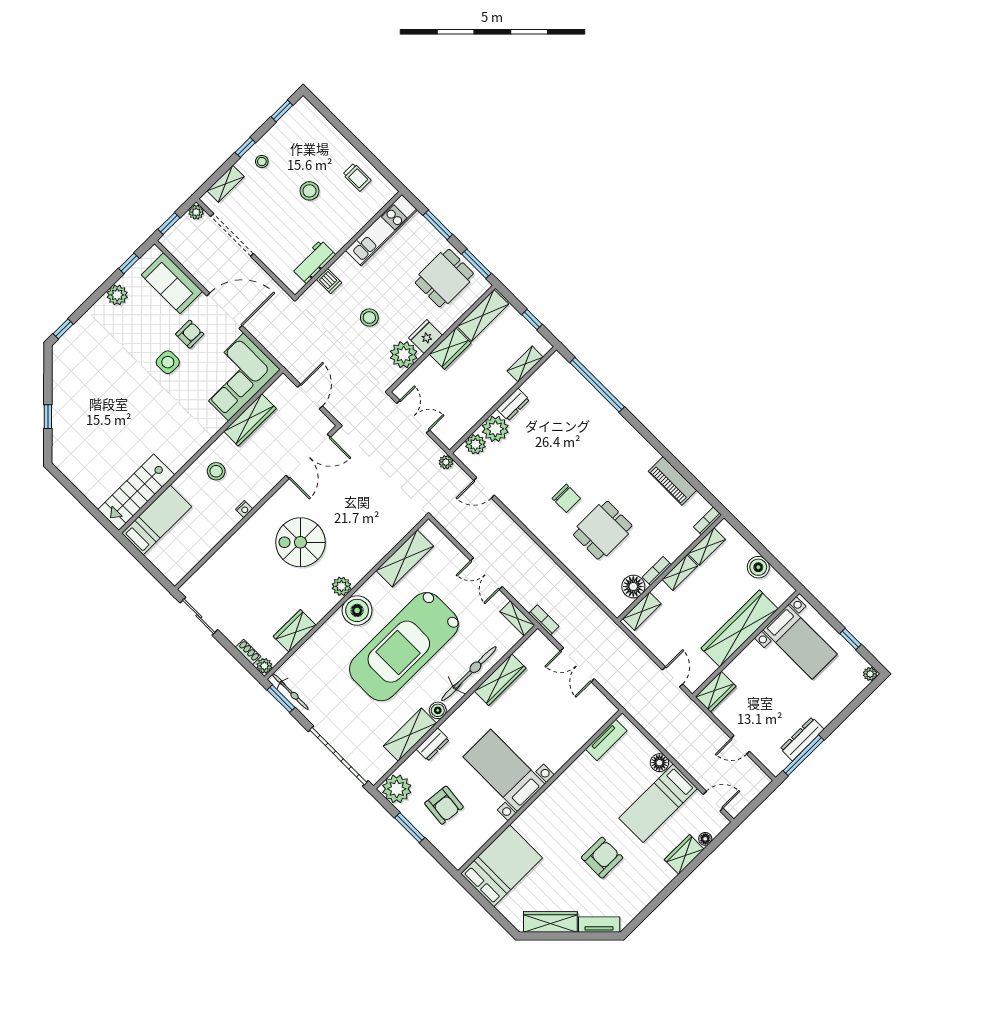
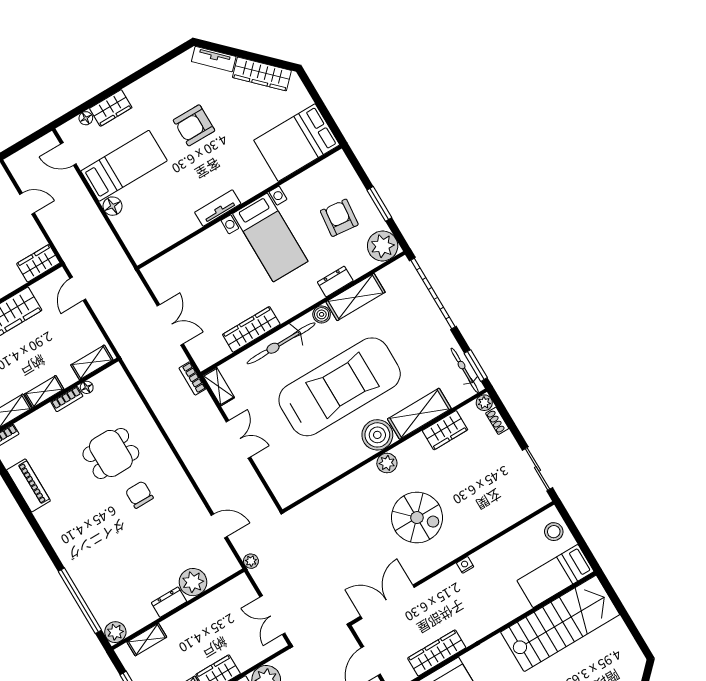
plant: (475, 444) -> (115, 632), moved
stool: (216, 471) -> (554, 532), moved
stairs: (136, 492) -> (560, 623), width x1.36, depth x1.51
shelving: (405, 558) -> (419, 414), moved
floor lamp: (633, 587) -> (87, 387), width x0.53, depth x0.53
tv unit: (606, 740) -> (218, 208), moved

